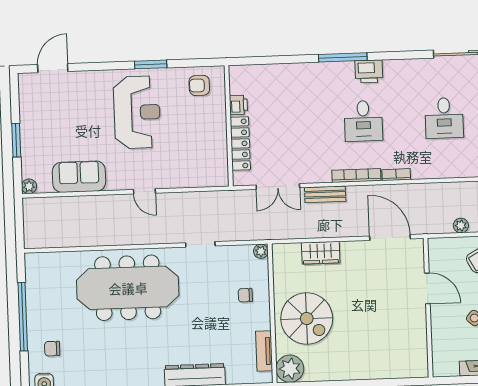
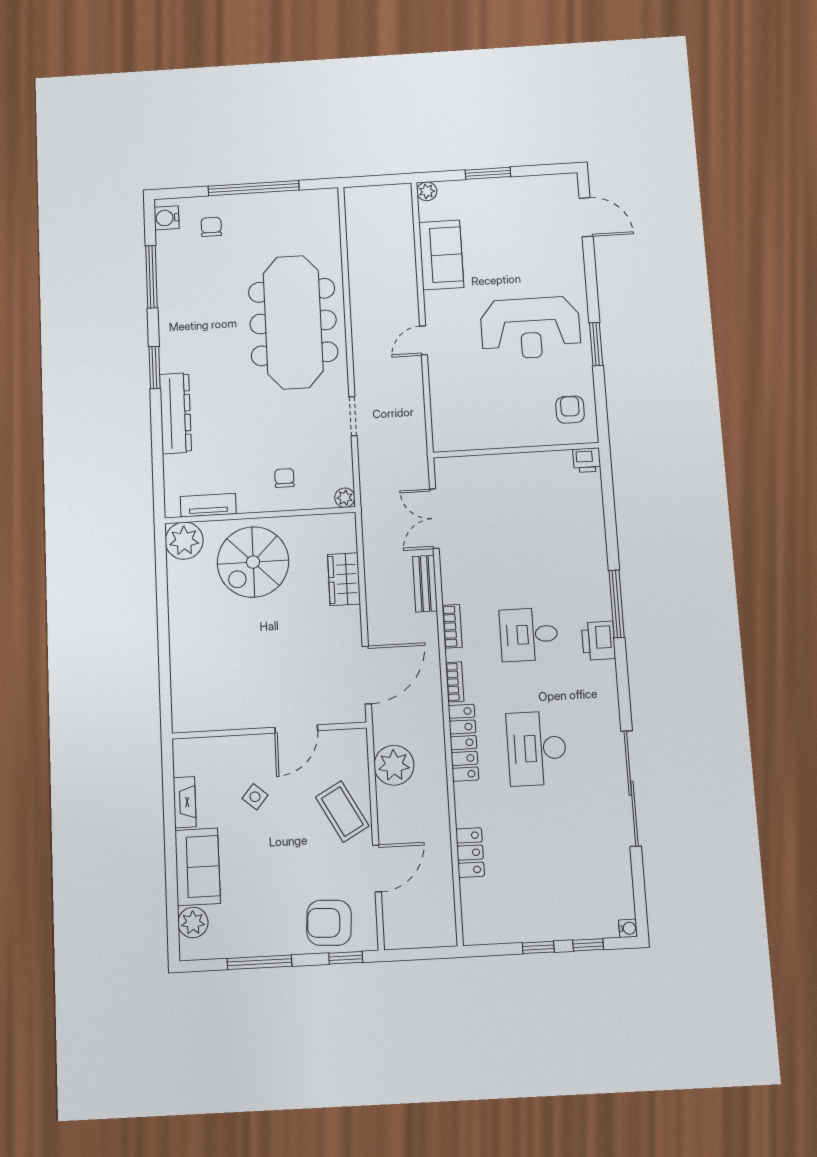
printer: (238, 105) -> (587, 460), moved
desk: (444, 118) -> (537, 748), width x1.37
locker: (240, 144) -> (464, 743), moved, turned -90
bookcase: (356, 176) -> (452, 626), width x0.64
plant: (461, 225) -> (394, 765), width x1.88, depth x1.88

